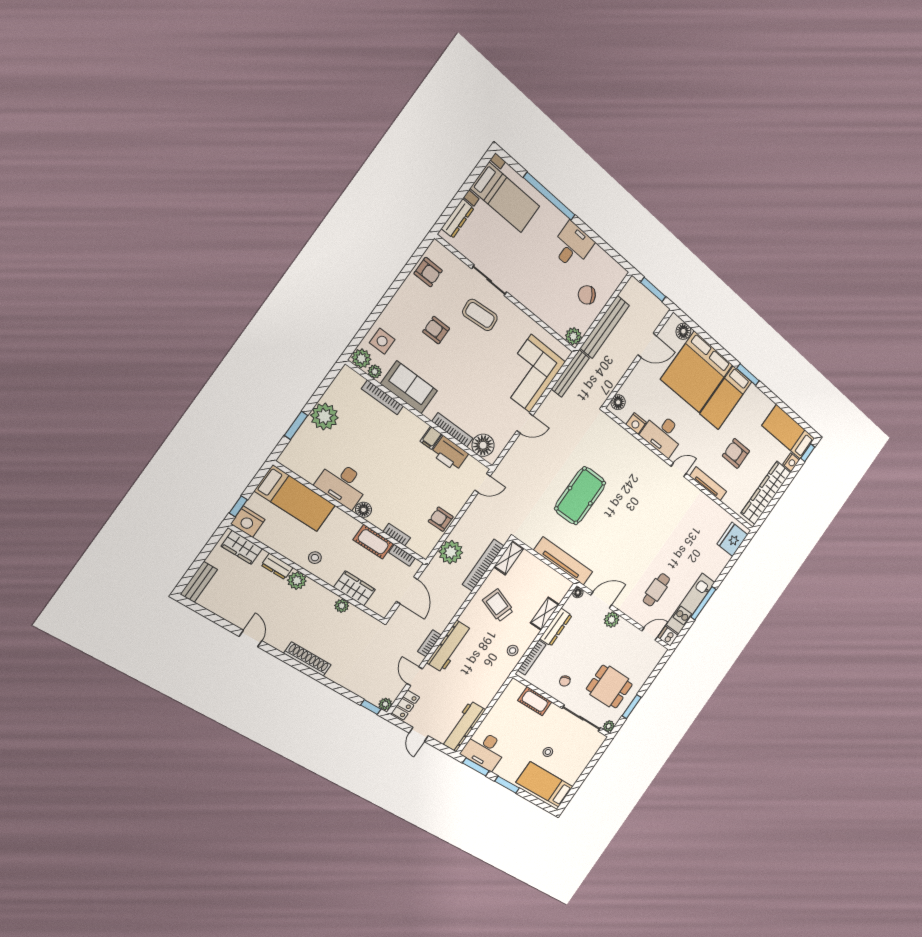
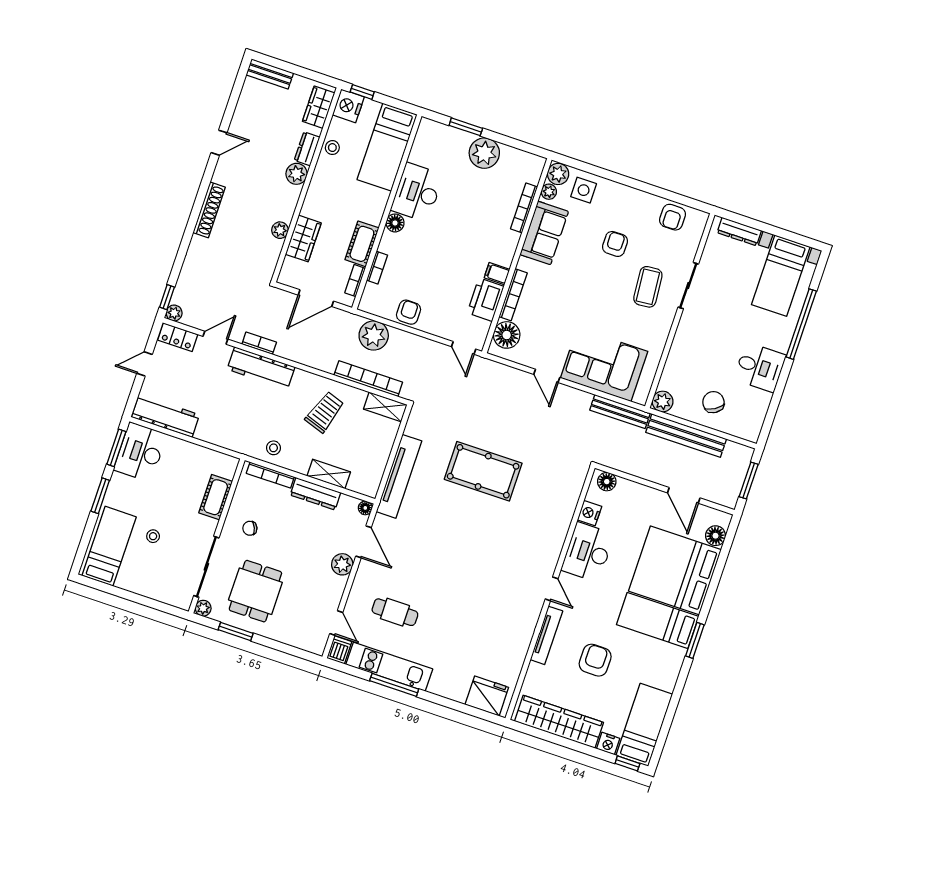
stool: (315, 558) -> (332, 148), moved

